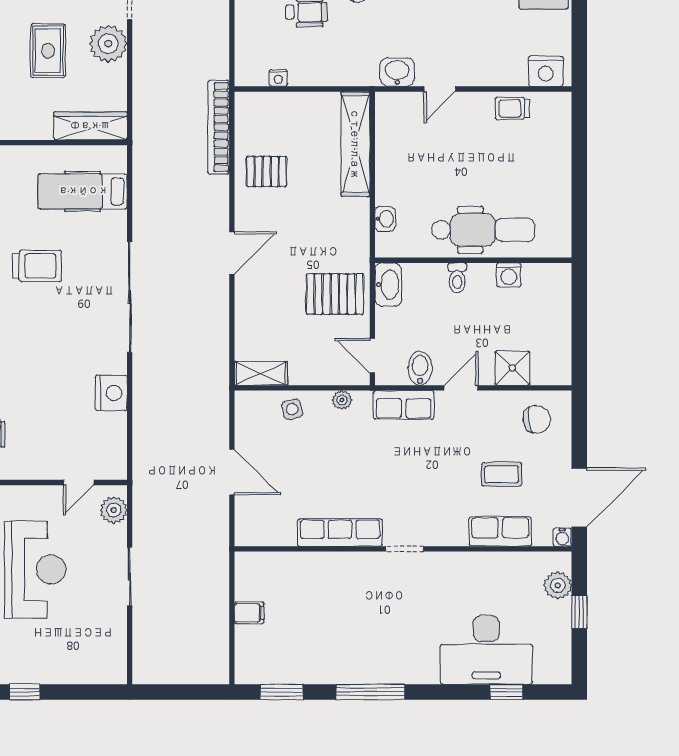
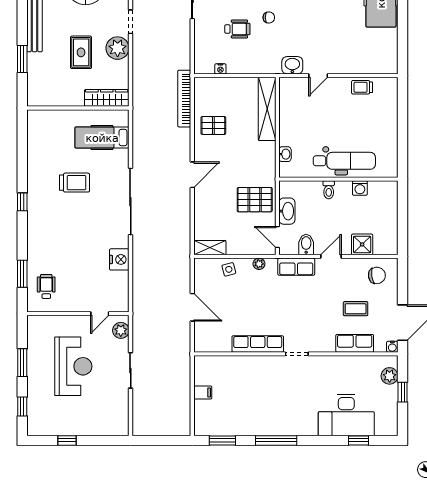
nightstand: (546, 71) -> (382, 65), removed
washbasin: (388, 285) -> (287, 211), moved

